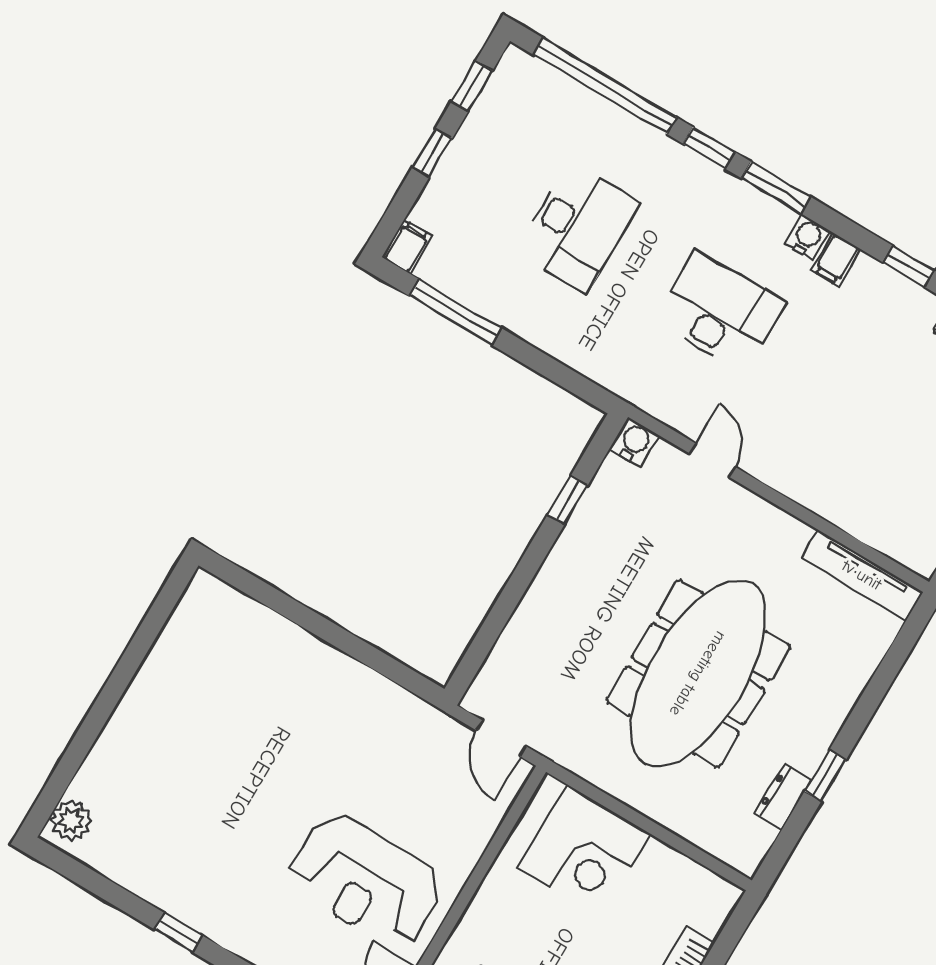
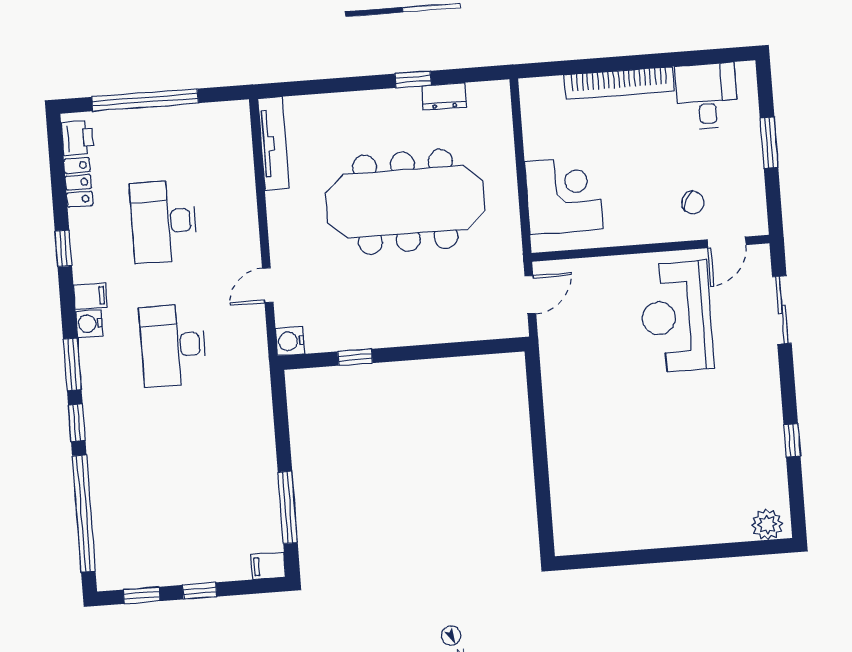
desk: (578, 227) -> (163, 222), moved, turned -90
reception desk: (366, 881) -> (677, 317), turned 180
window: (178, 932) -> (792, 440), moved

